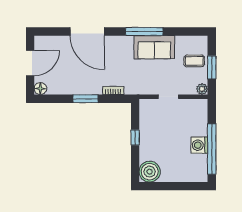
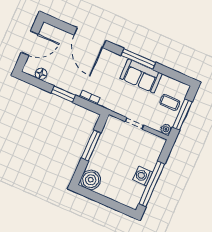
window: (212, 67) -> (182, 115), width x1.44
floor lamp: (40, 89) -> (41, 74), moved
window: (135, 137) -> (91, 145), width x2.17

